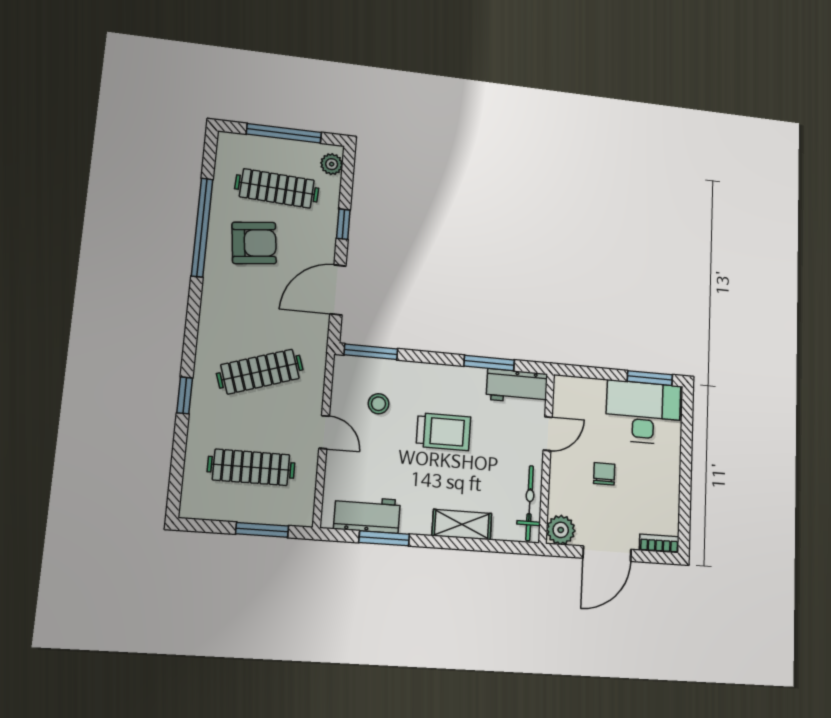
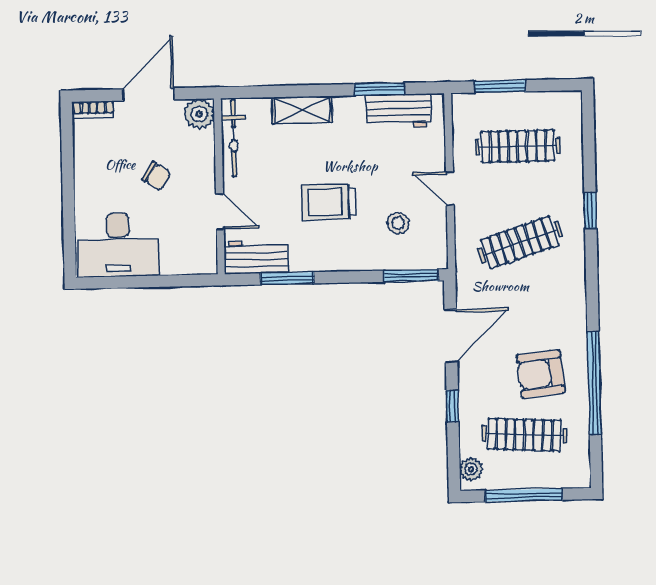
window: (650, 378) -> (113, 282), removed
door: (548, 434) -> (220, 211), swing flipped
chair: (604, 474) -> (157, 176), turned -57

